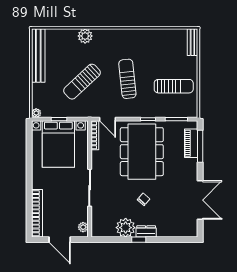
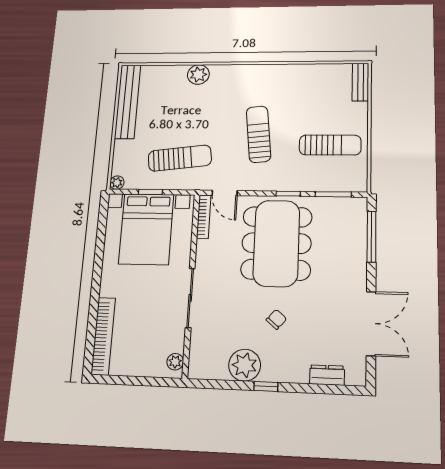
sun lounger: (82, 82) -> (180, 158), moved, turned -144
piano: (191, 143) -> (357, 232), removed
dresser: (146, 231) -> (327, 375), moved
door: (60, 240) -> (136, 381), removed

